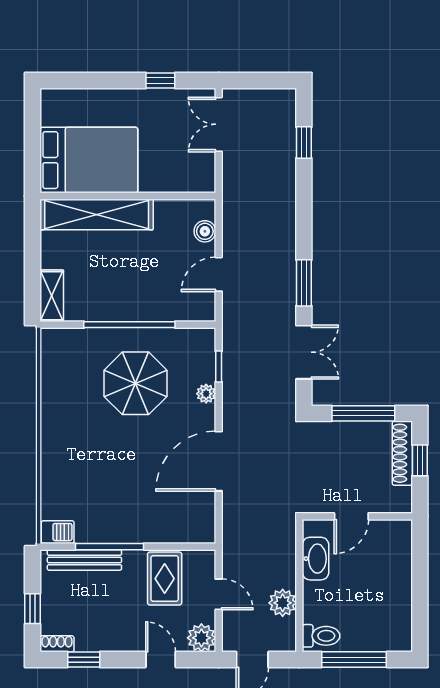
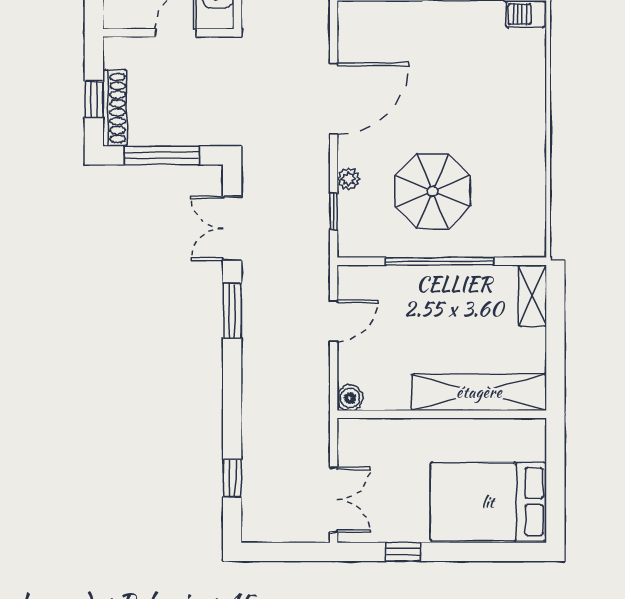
bed: (89, 160) -> (488, 502), moved
boiler: (205, 231) -> (350, 398), moved

